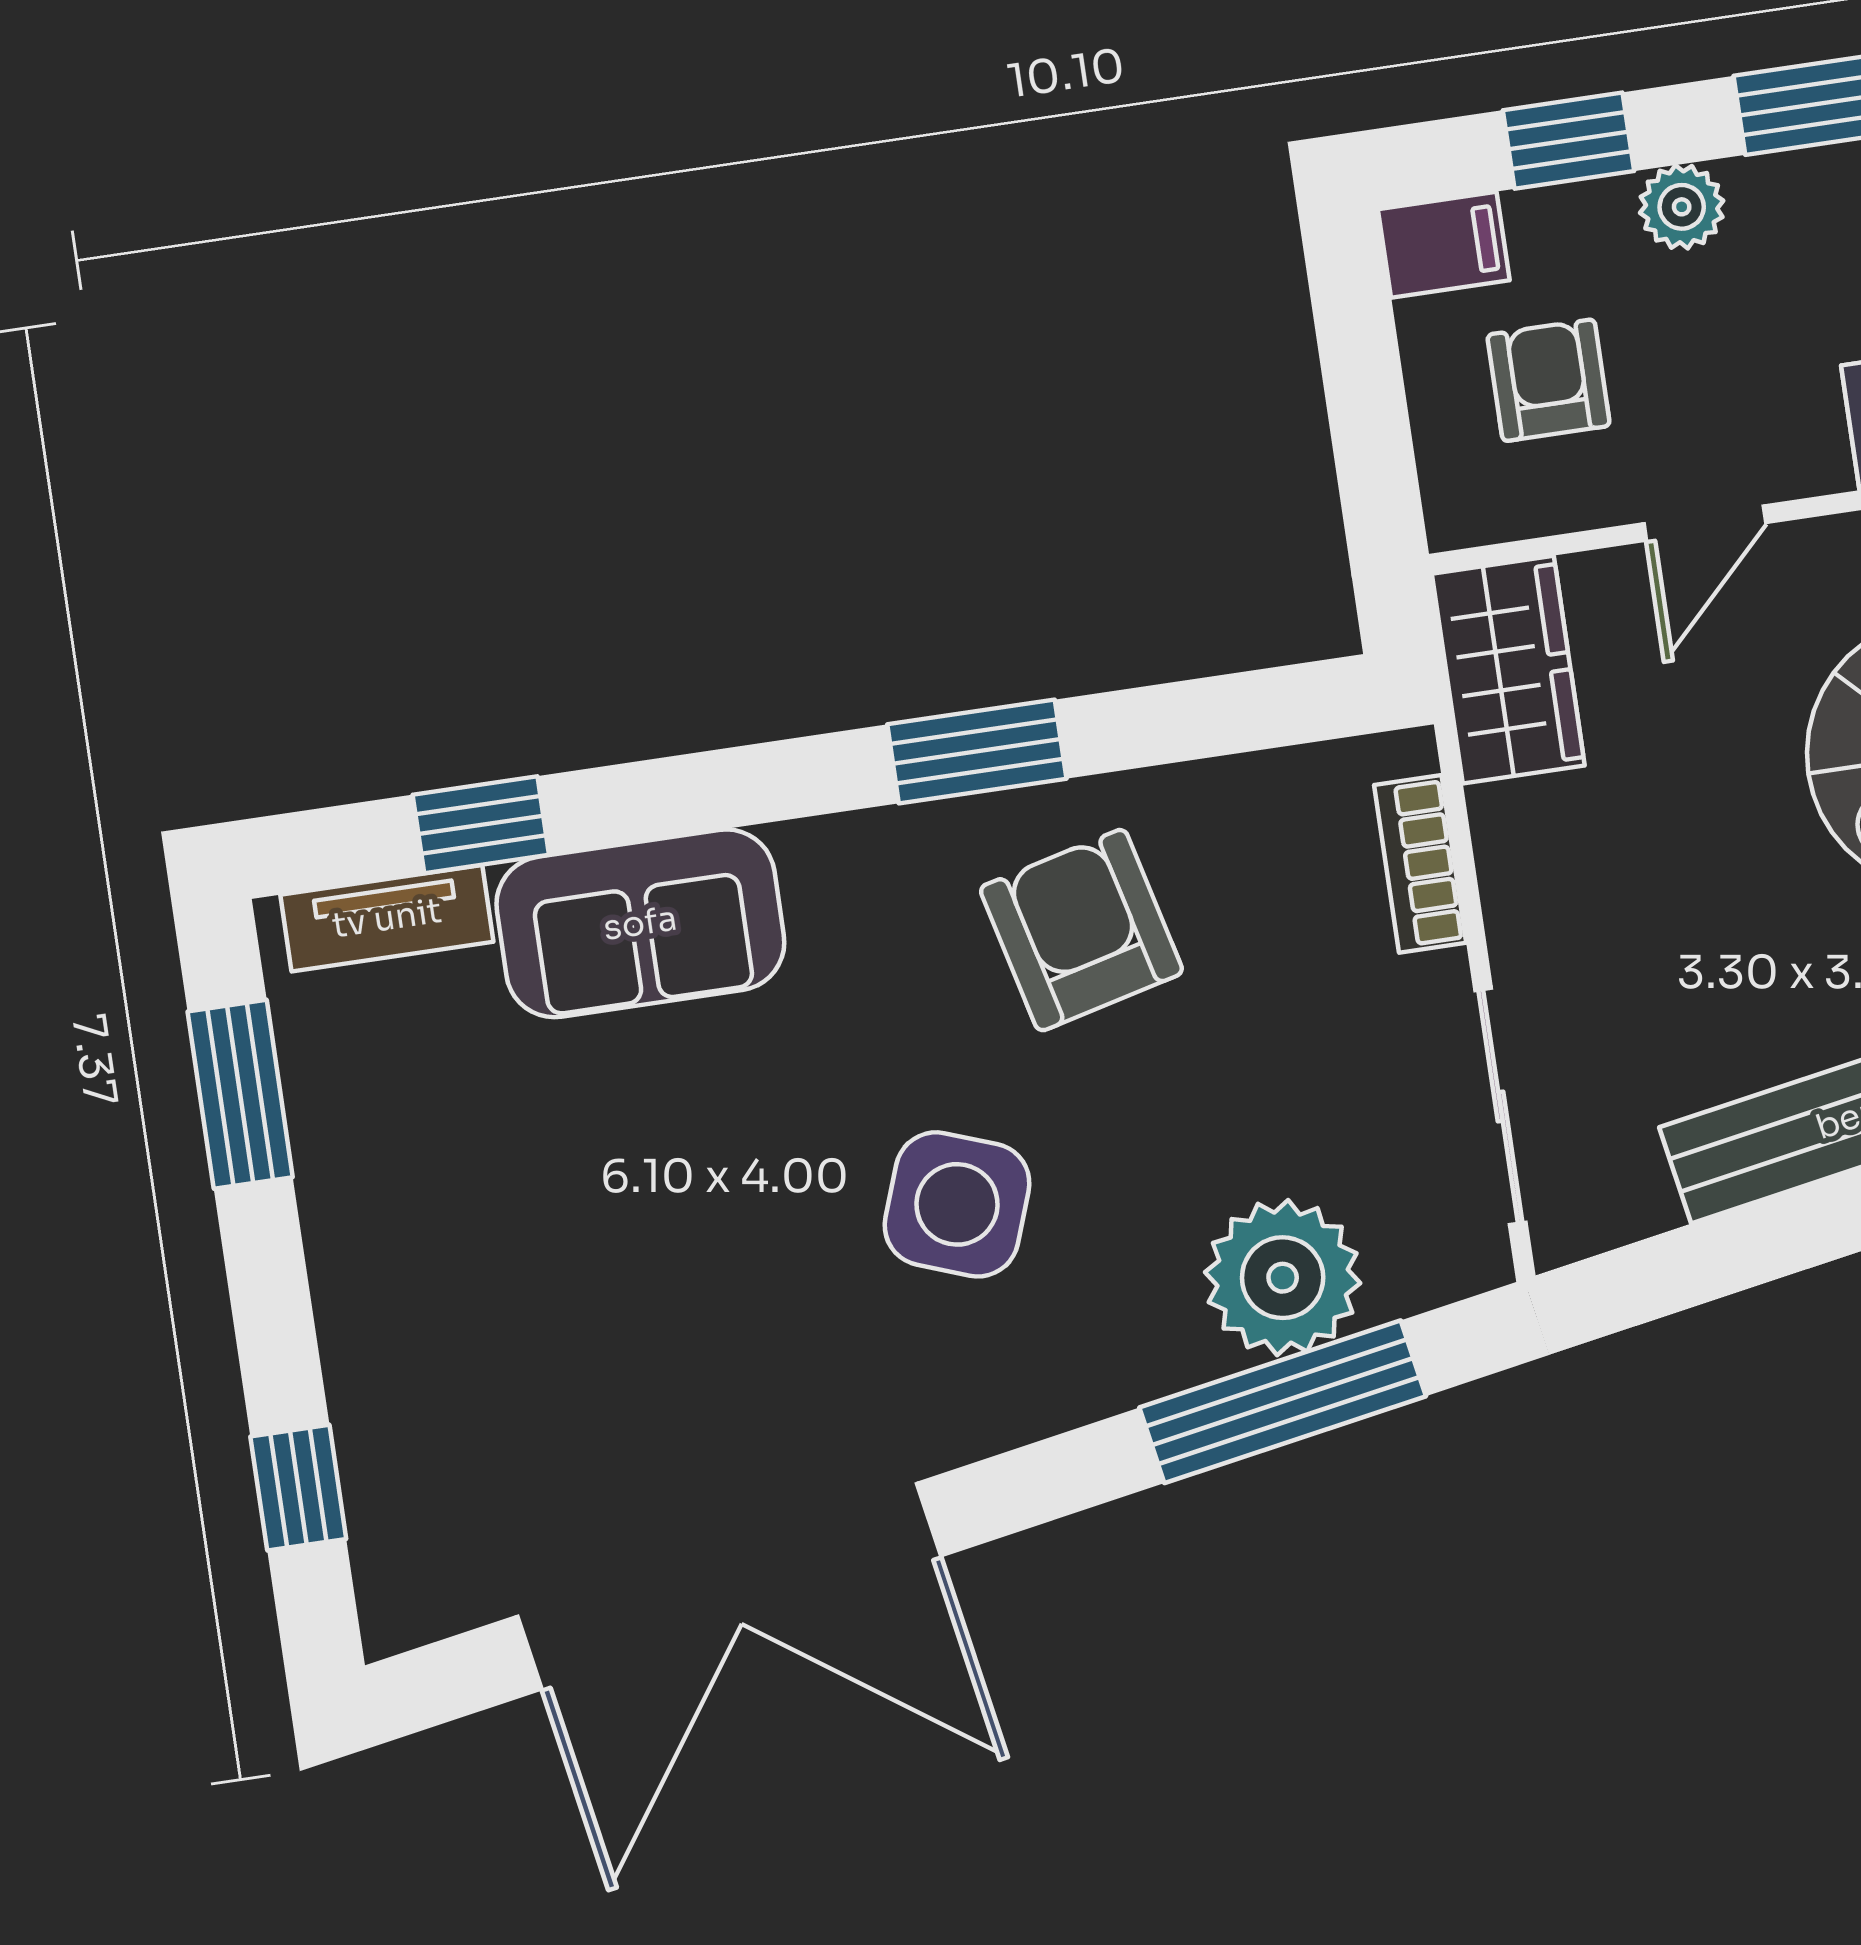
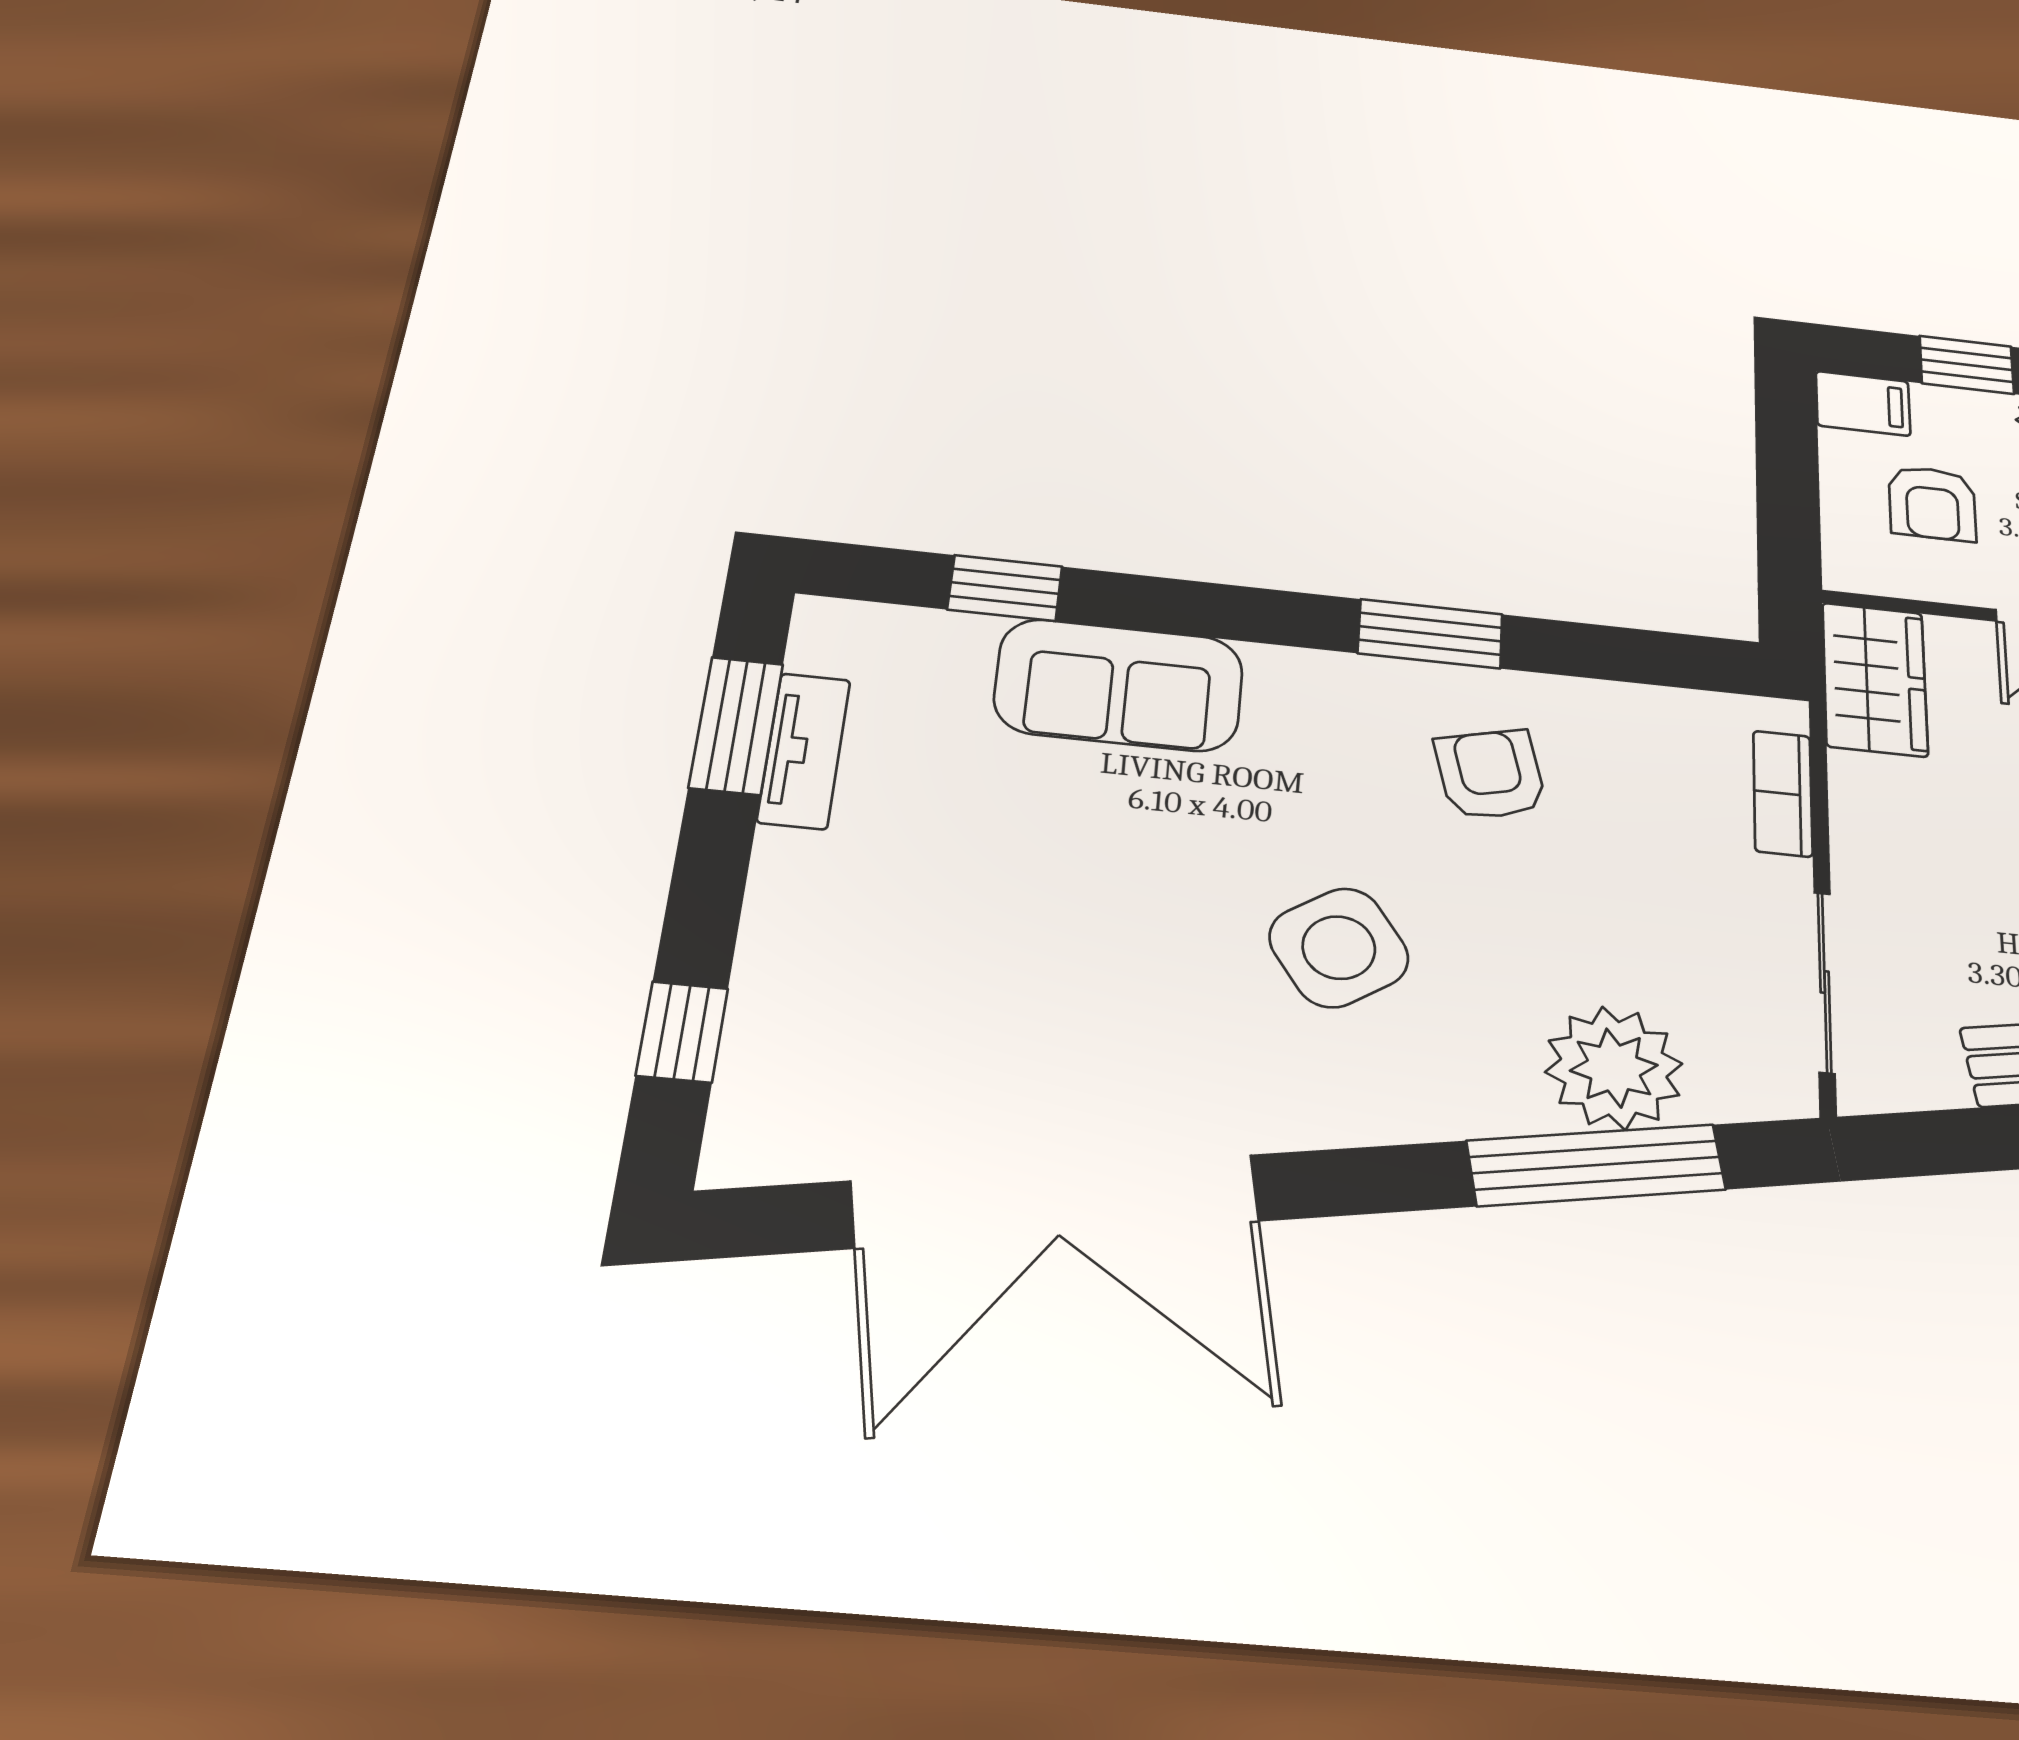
armchair: (1549, 380) -> (1932, 503), turned 180
tv unit: (387, 918) -> (804, 751), moved, turned -90
armchair: (1081, 930) -> (1490, 774), width x0.72, depth x0.72
side table: (957, 1204) -> (1339, 948), turned 36

